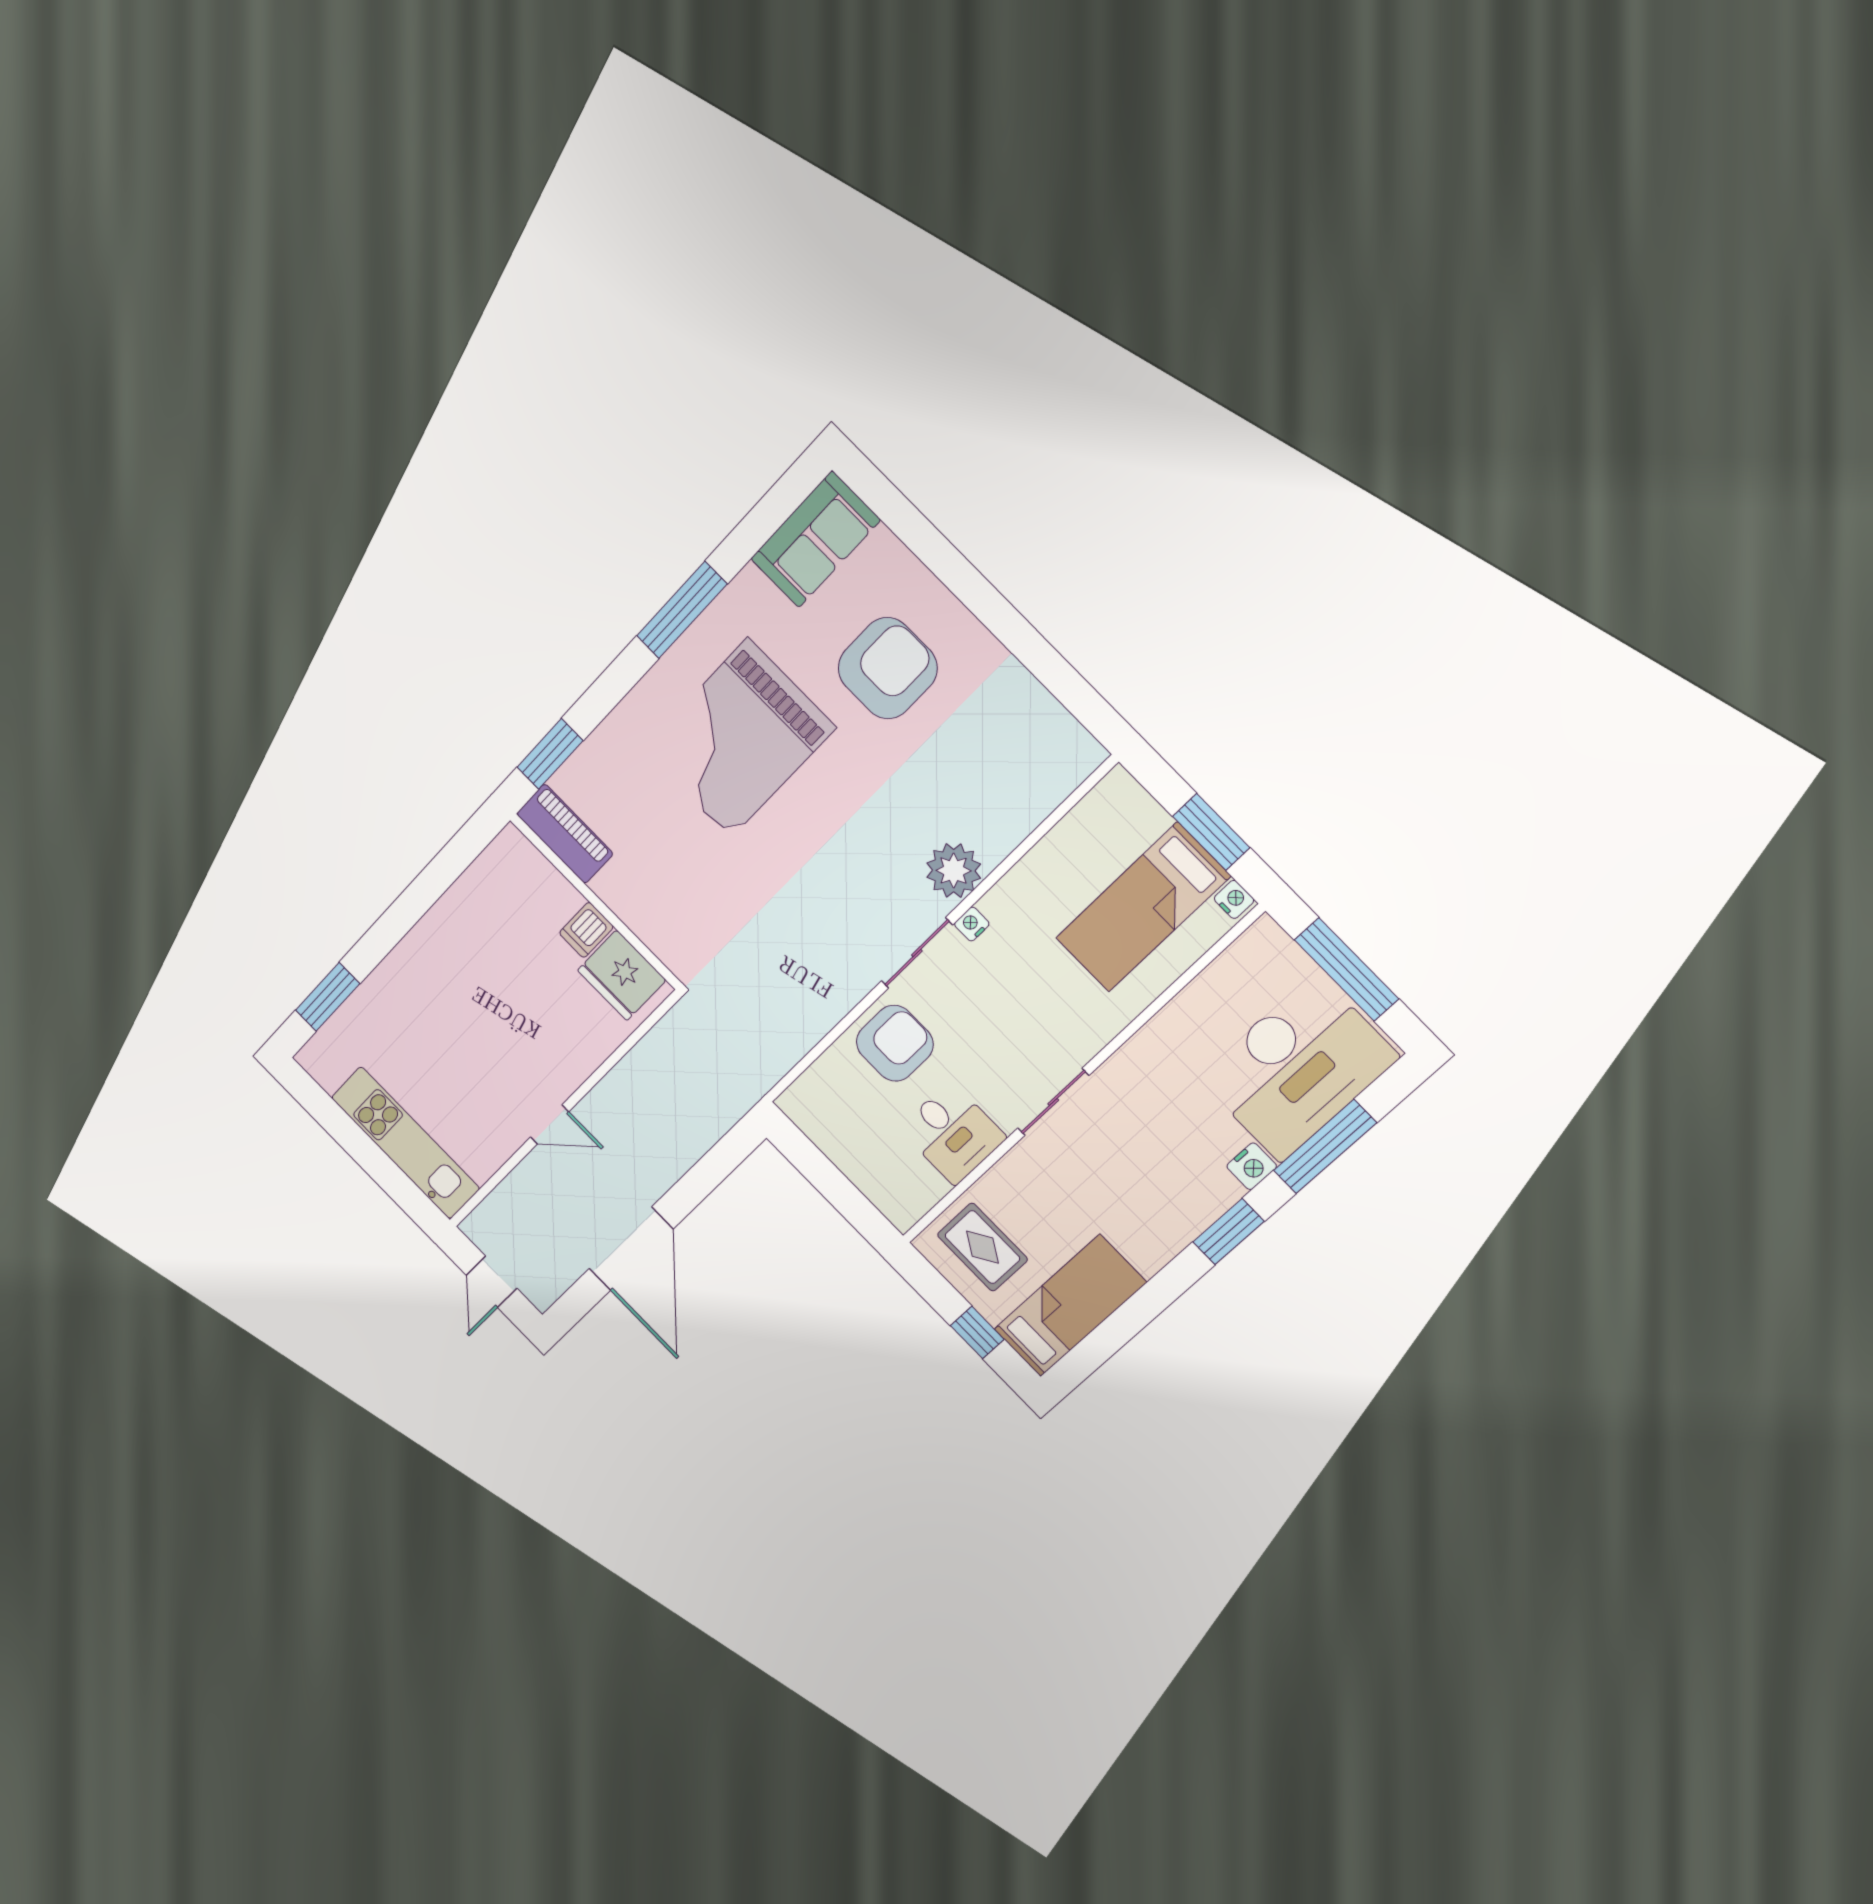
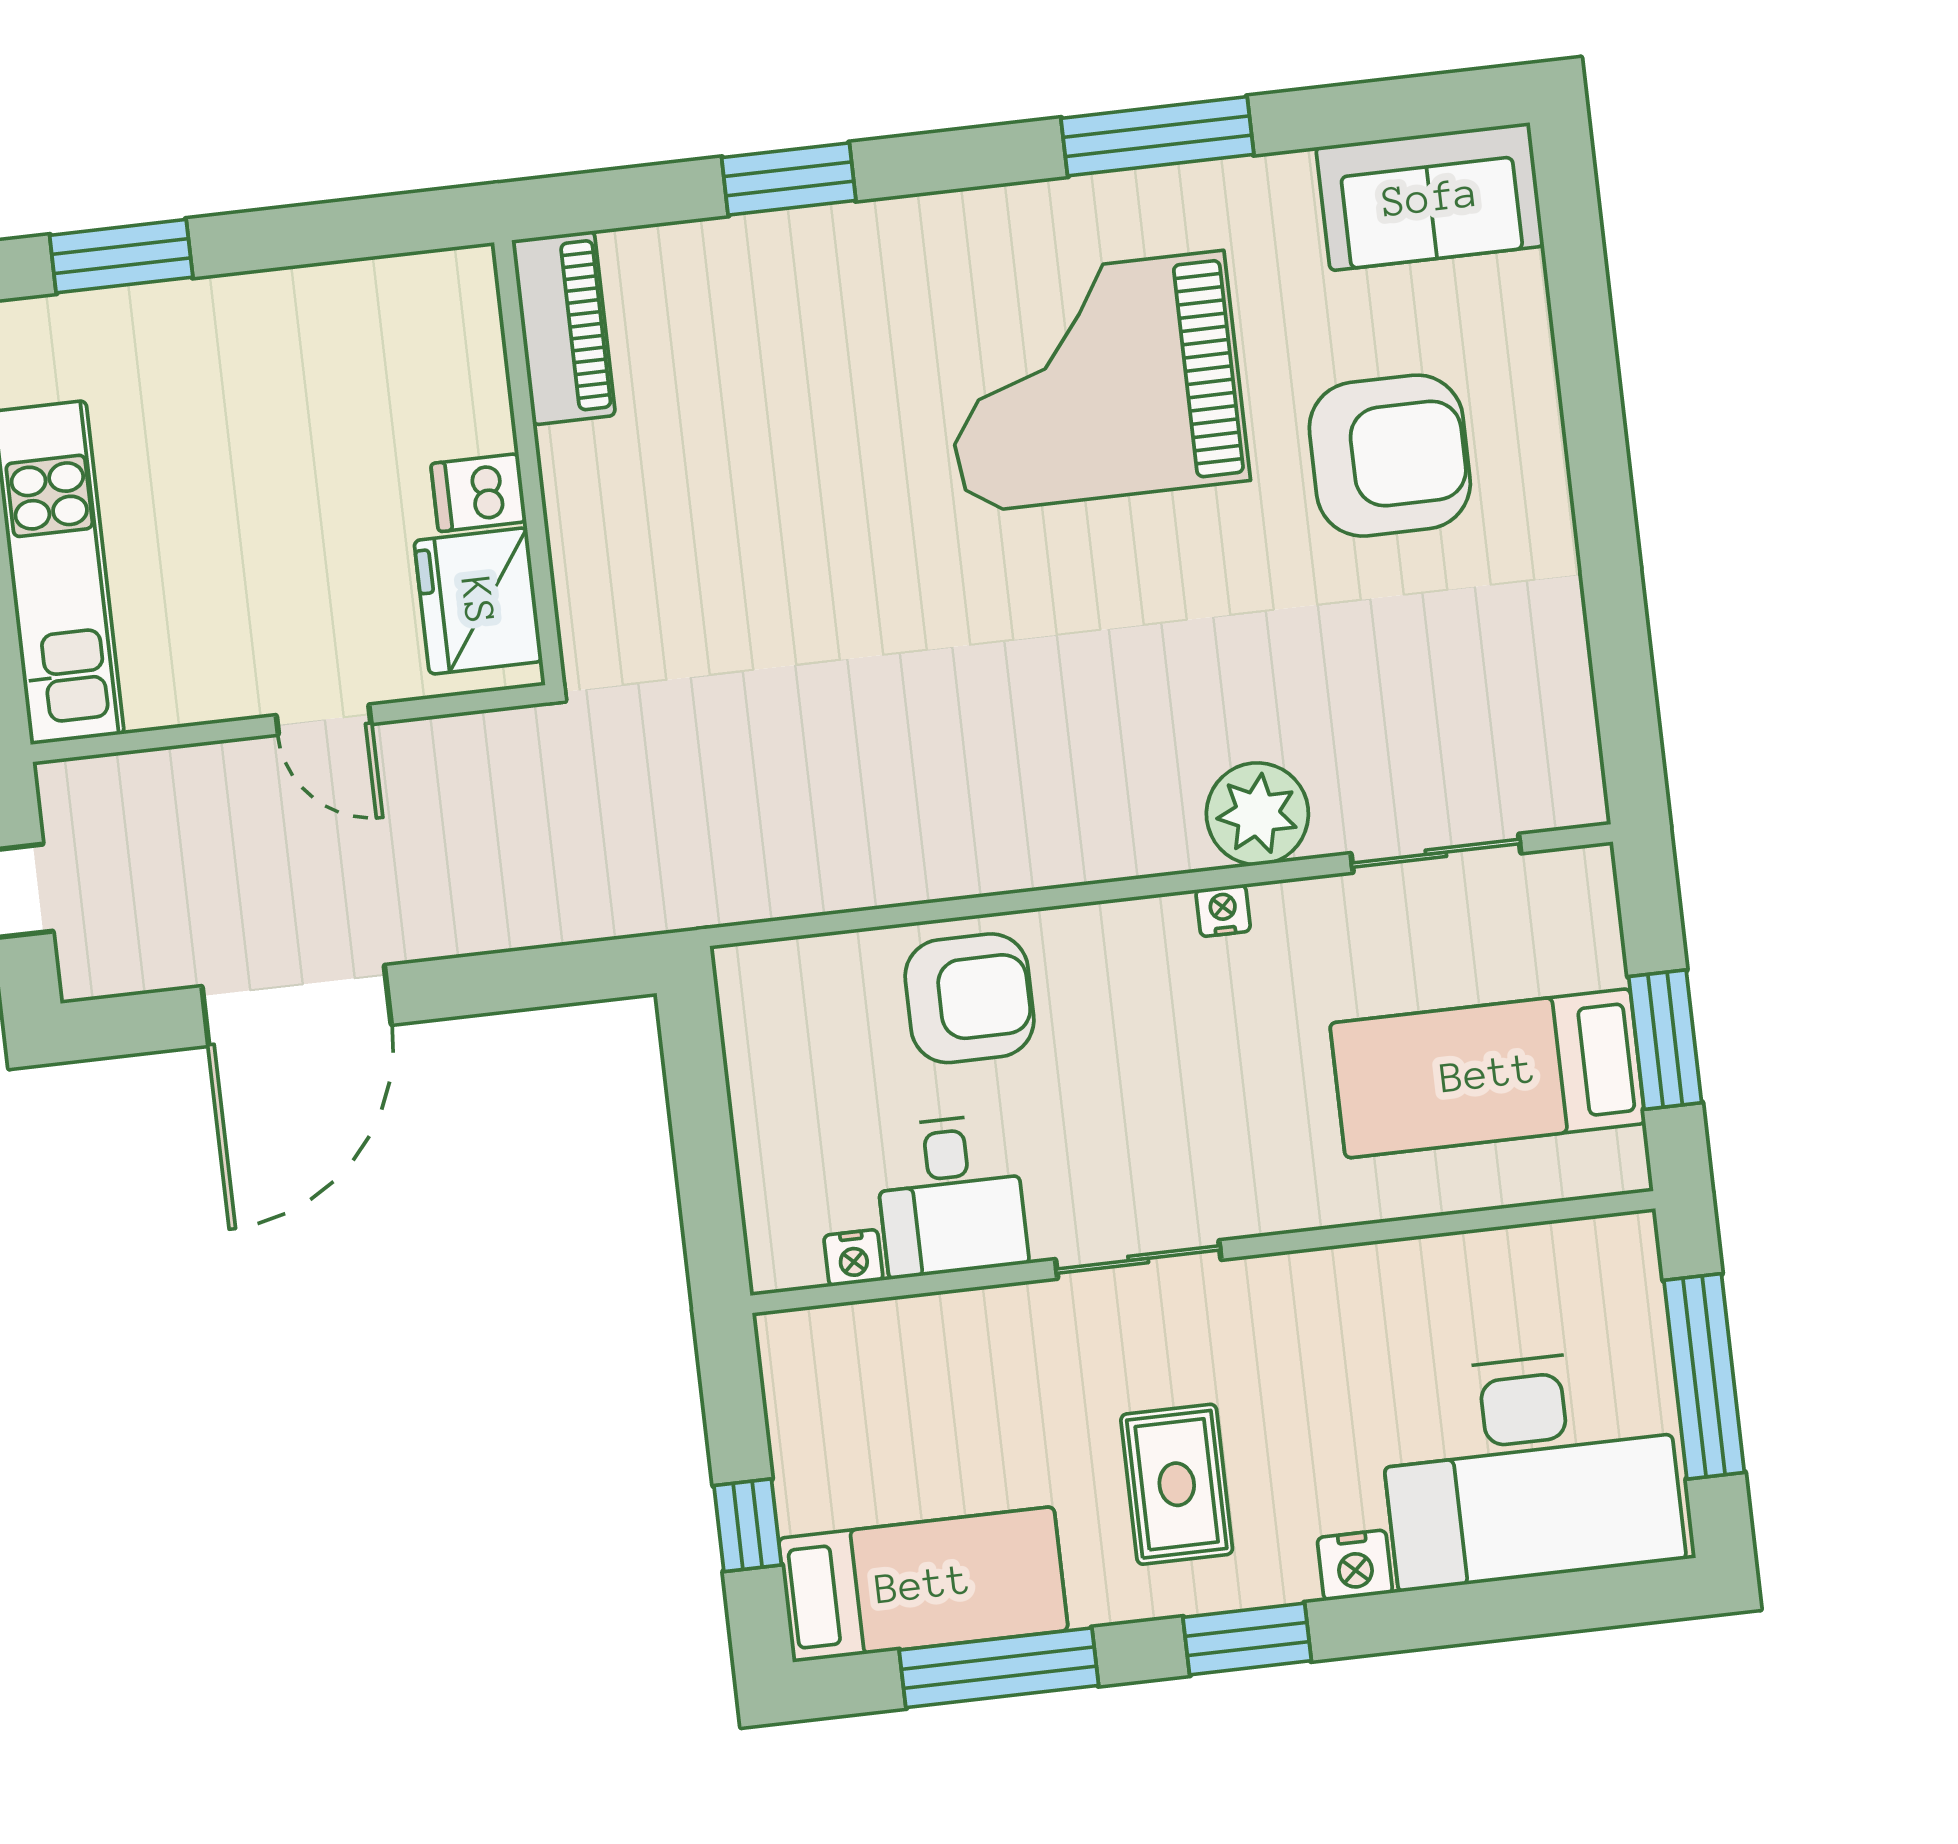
piano: (565, 834) -> (563, 328), moved
nightstand: (1234, 899) -> (853, 1258), moved, turned 90
wall: (596, 902) -> (528, 463), moved
dishwasher: (586, 930) -> (479, 493), moved
sliding door: (917, 953) -> (1436, 853), moved
fridge: (622, 975) -> (478, 601), moved
window: (1325, 1147) -> (999, 1668), moved
rug: (982, 1247) -> (1177, 1484), moved

